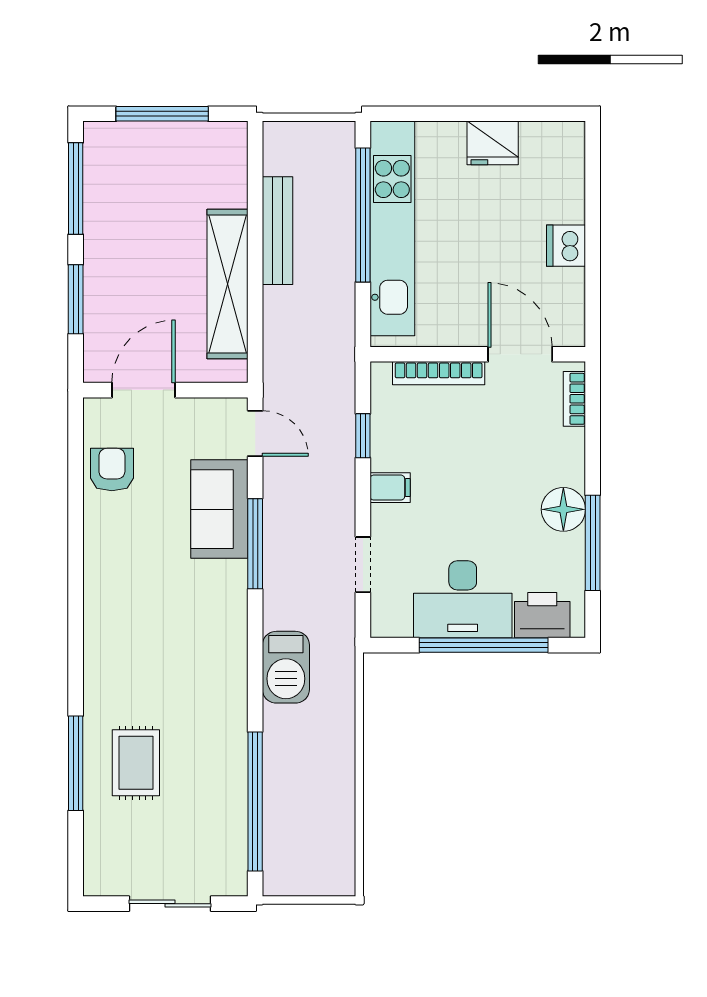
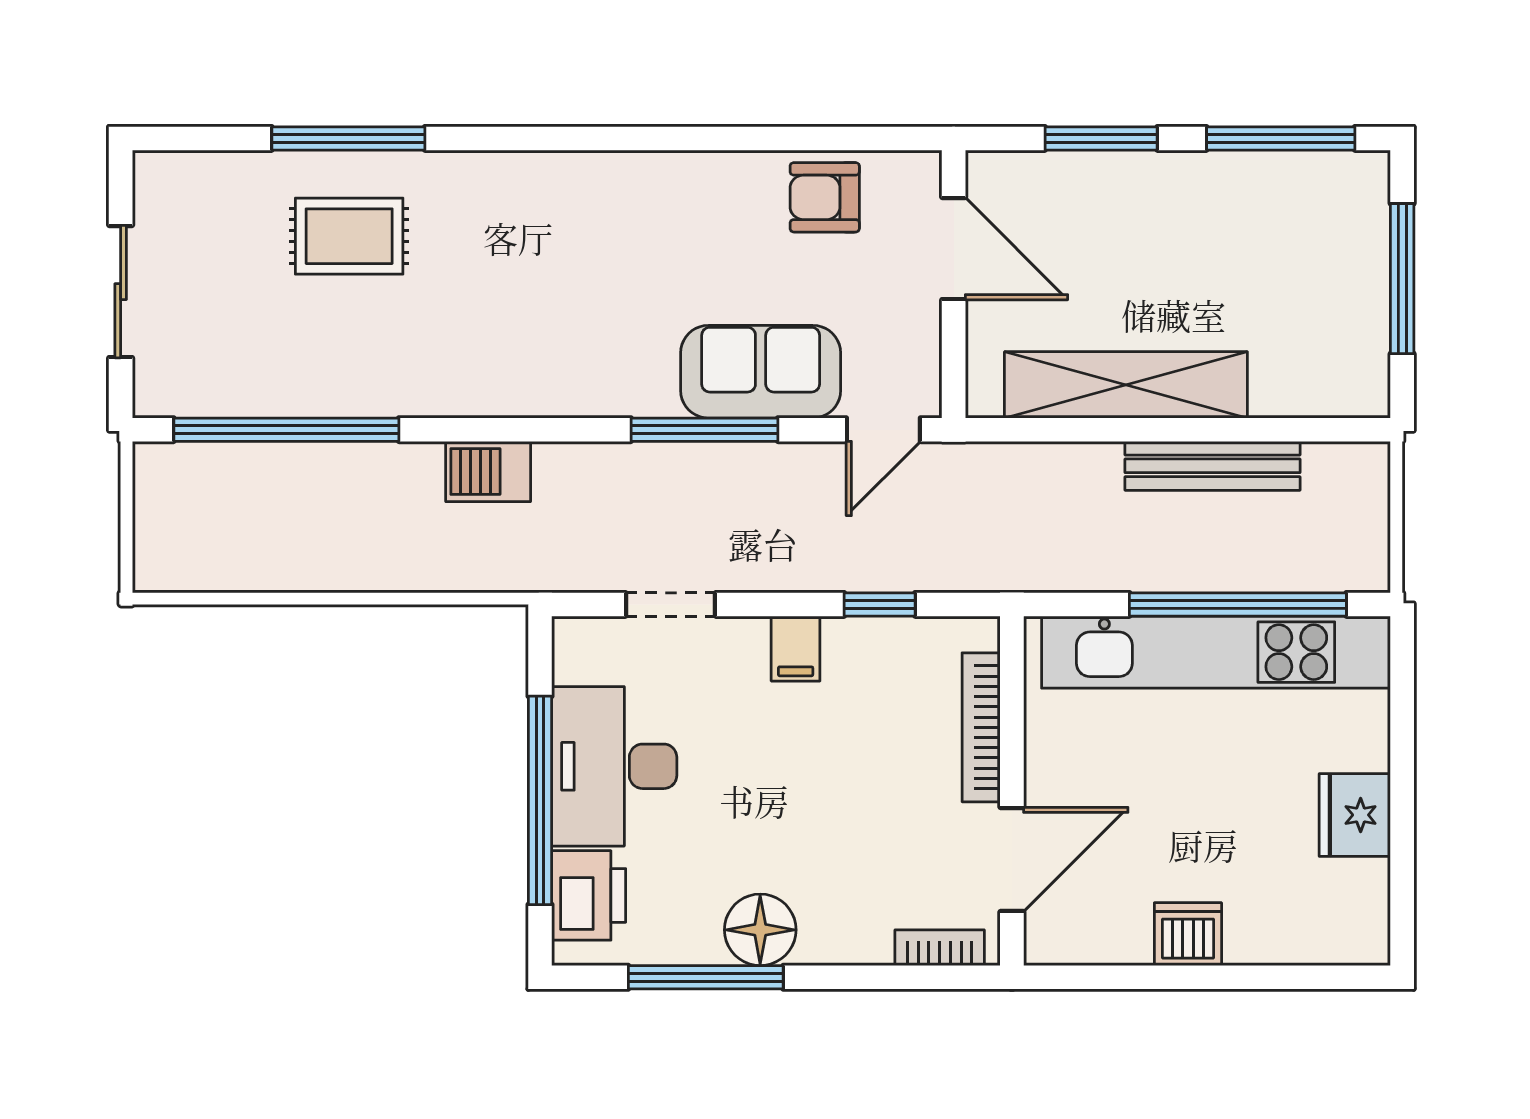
armchair: (112, 470) -> (825, 197), turned 180
barbecue: (286, 667) -> (488, 471), width x0.73, depth x0.79

